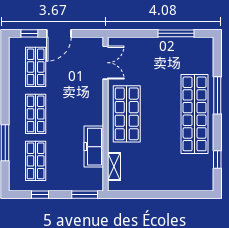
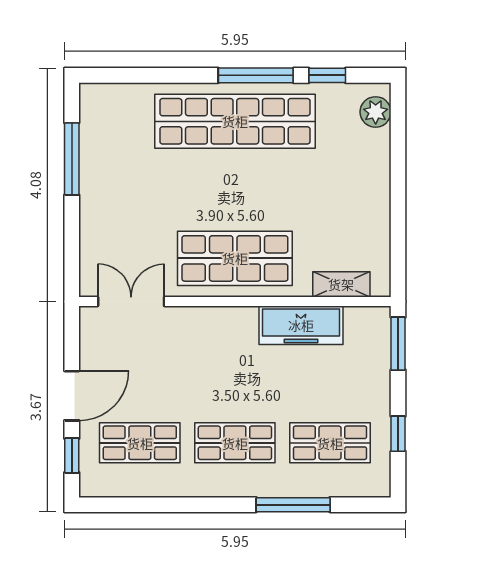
door: (59, 33) -> (72, 396), hinge flipped
window: (217, 95) -> (256, 75), moved
plant: (199, 183) -> (376, 112), added

